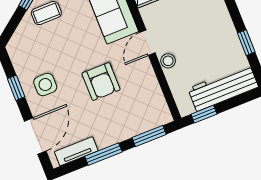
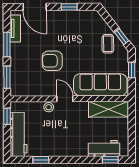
side table: (45, 85) -> (64, 26), removed

